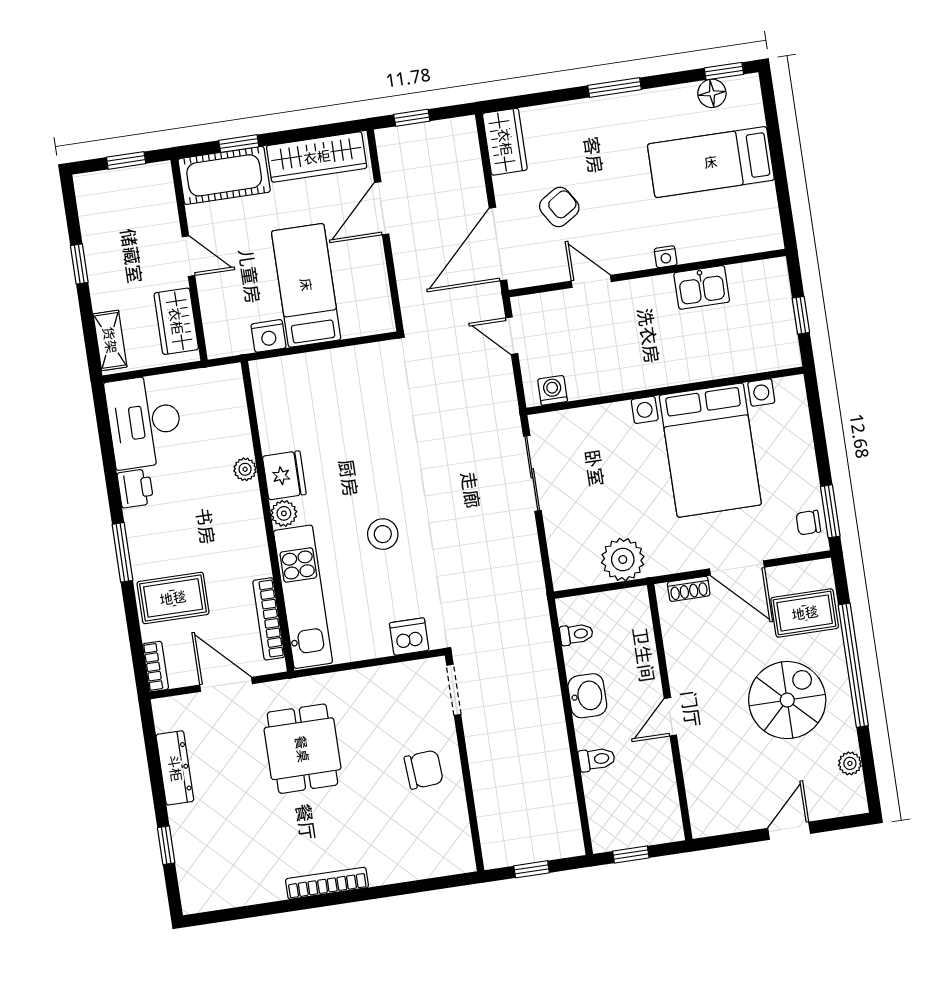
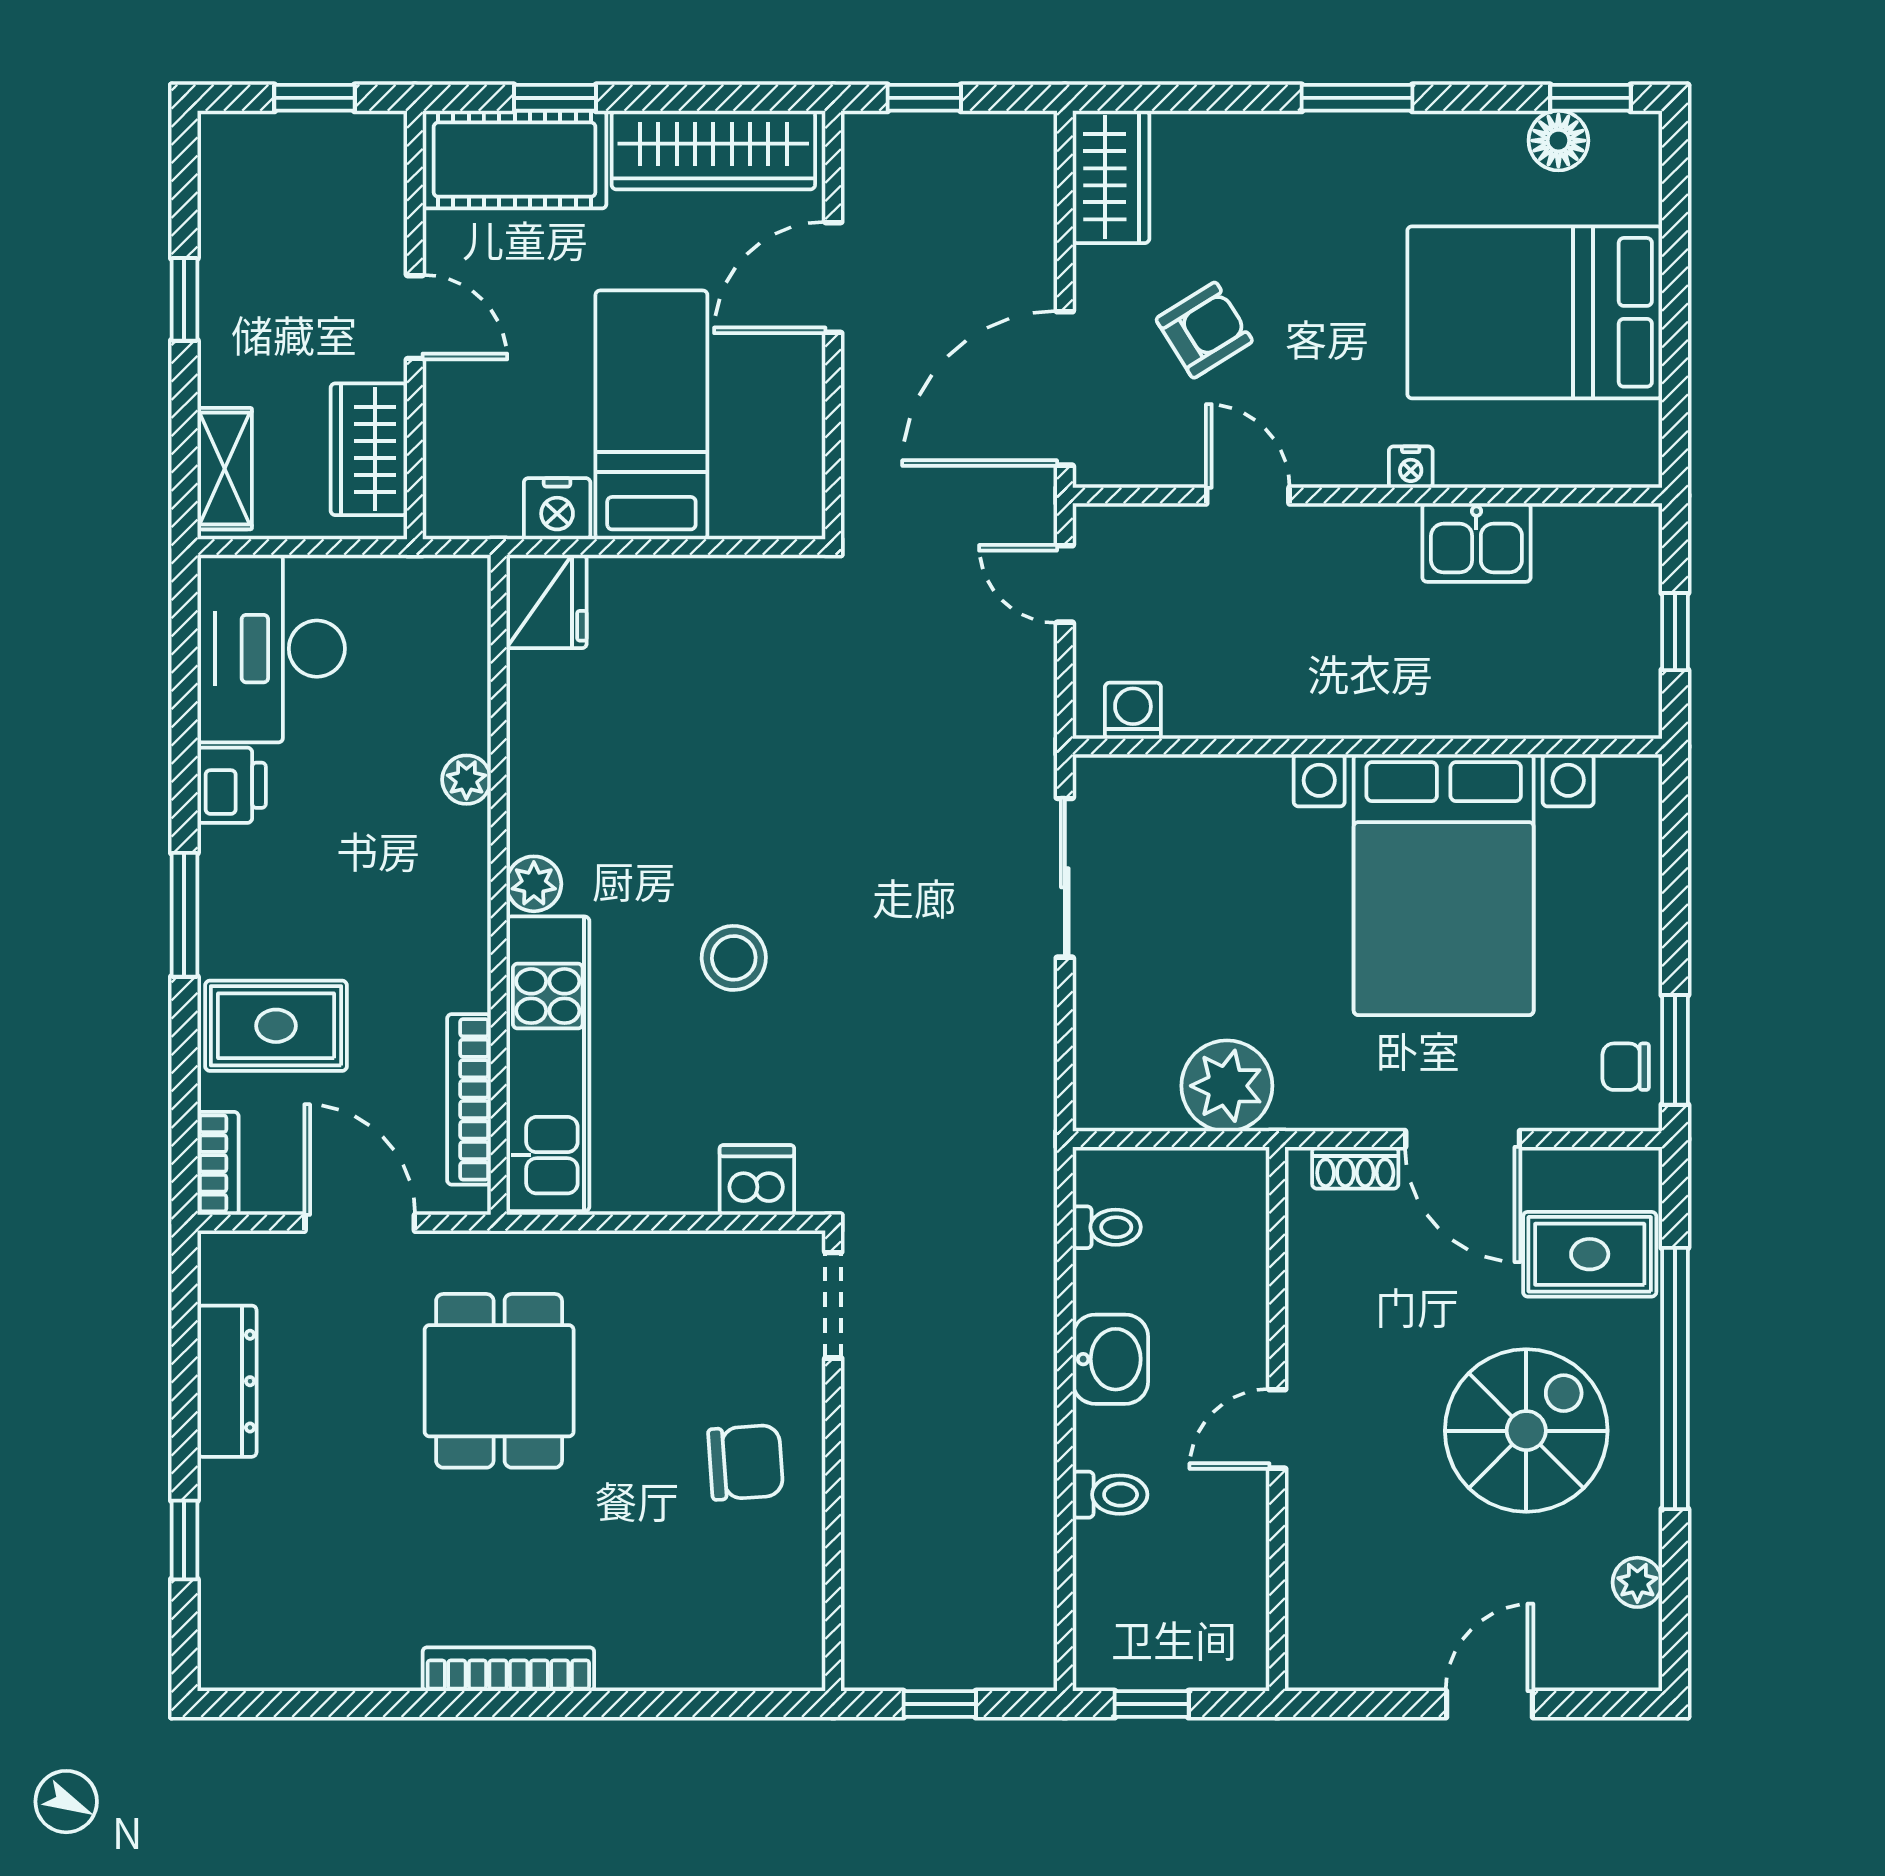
bed: (711, 162) -> (1535, 312), width x1.50
fridge: (284, 475) -> (546, 601), moved

